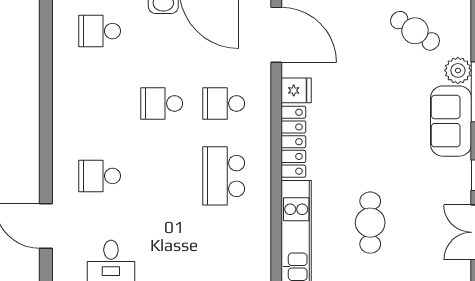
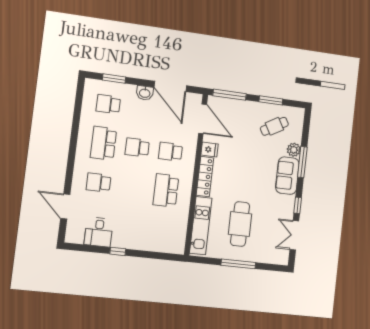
cafe table: (415, 31) -> (274, 126), turned -64
school desk: (100, 103) -> (103, 143), added
cafe table: (370, 223) -> (240, 224), width x1.37, depth x1.35

